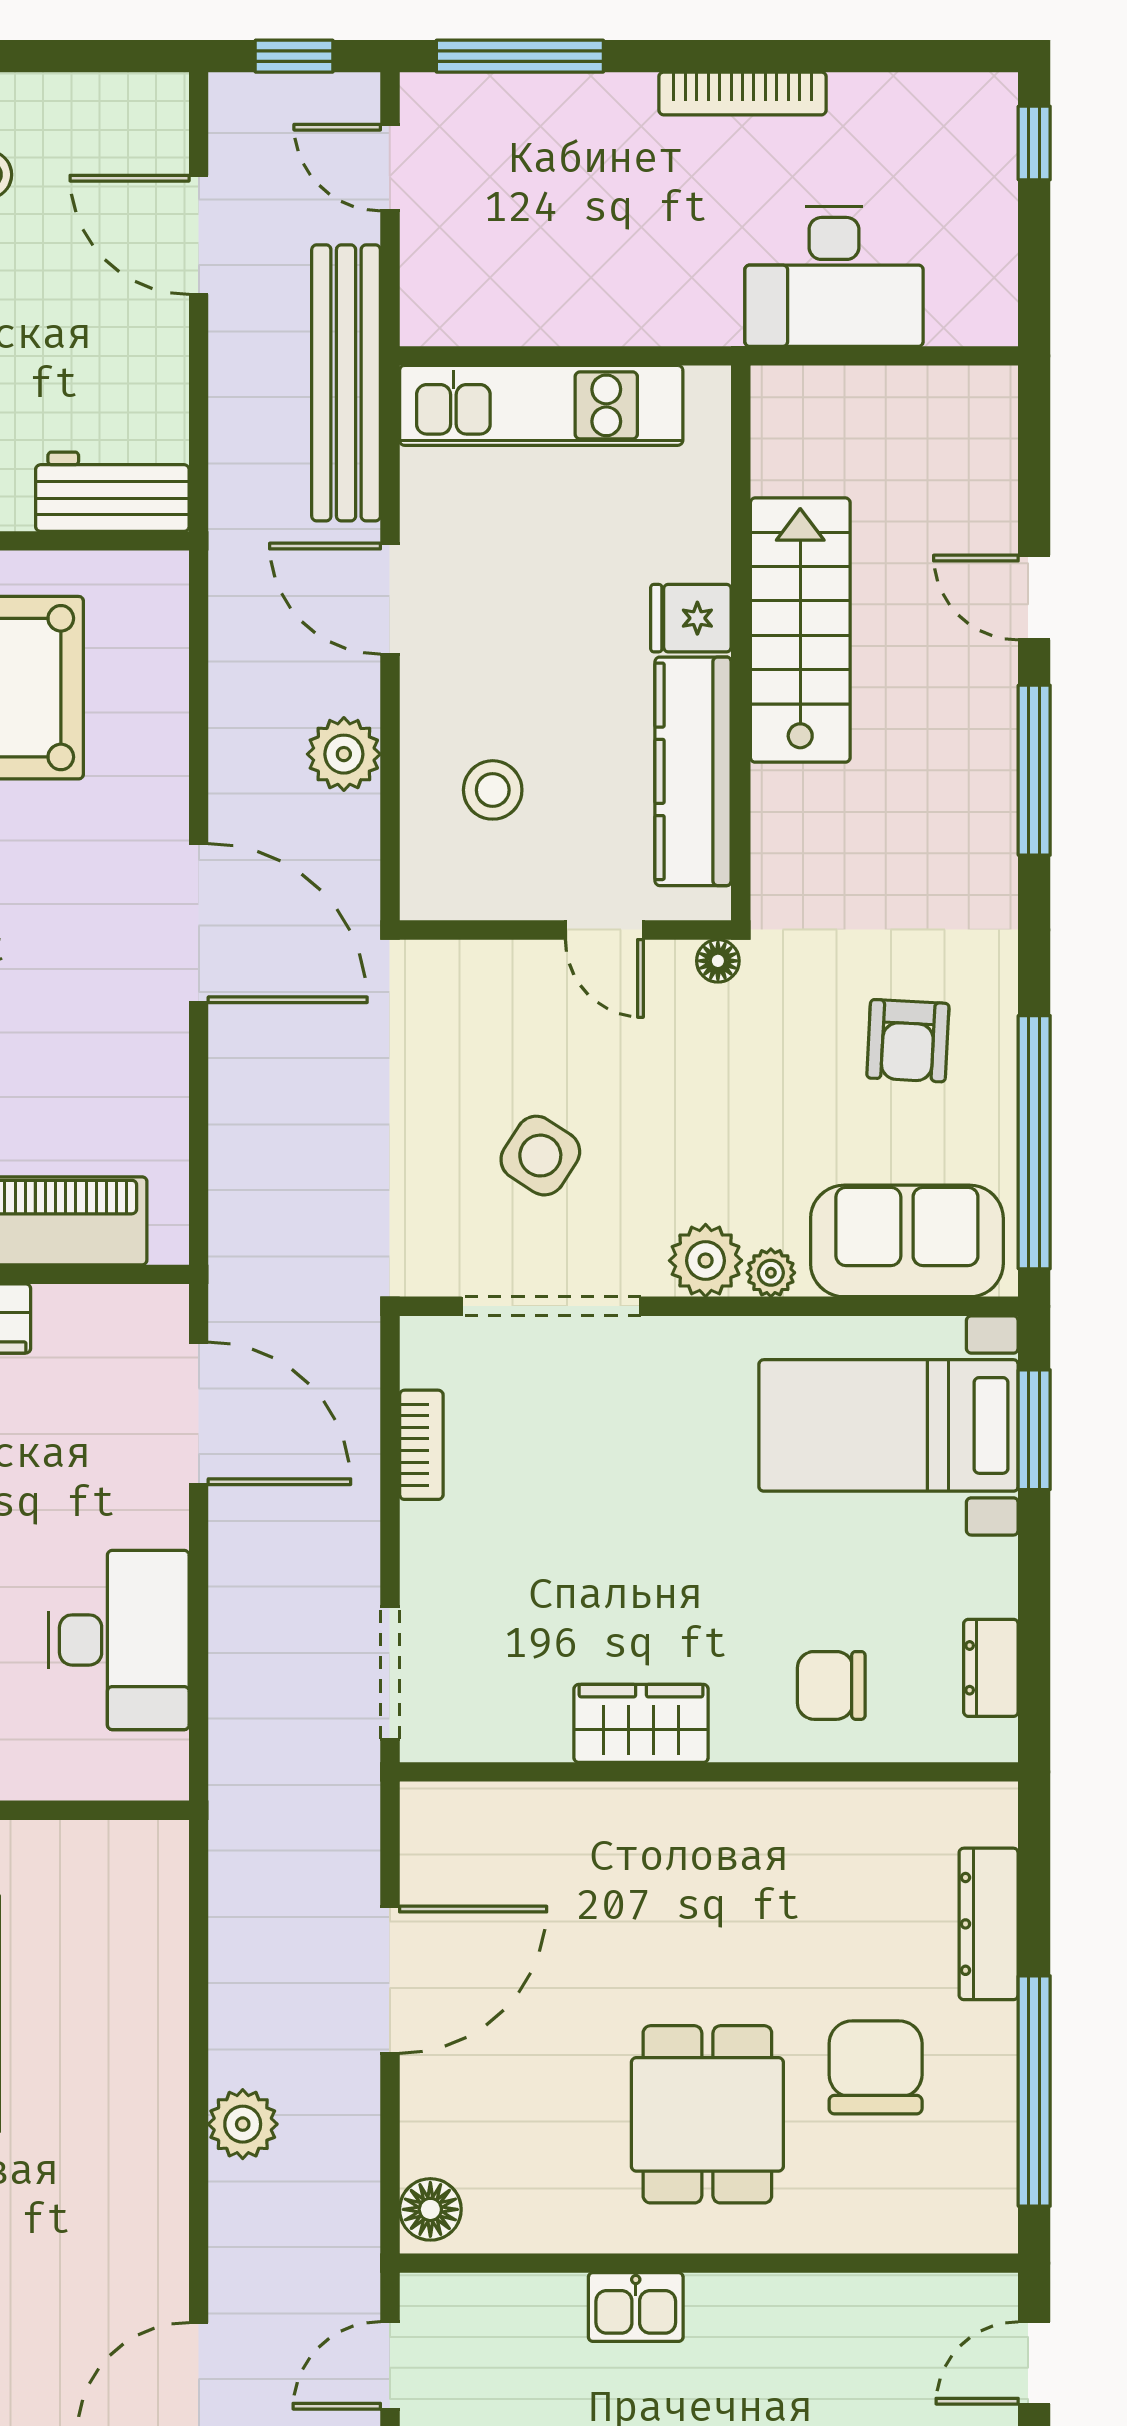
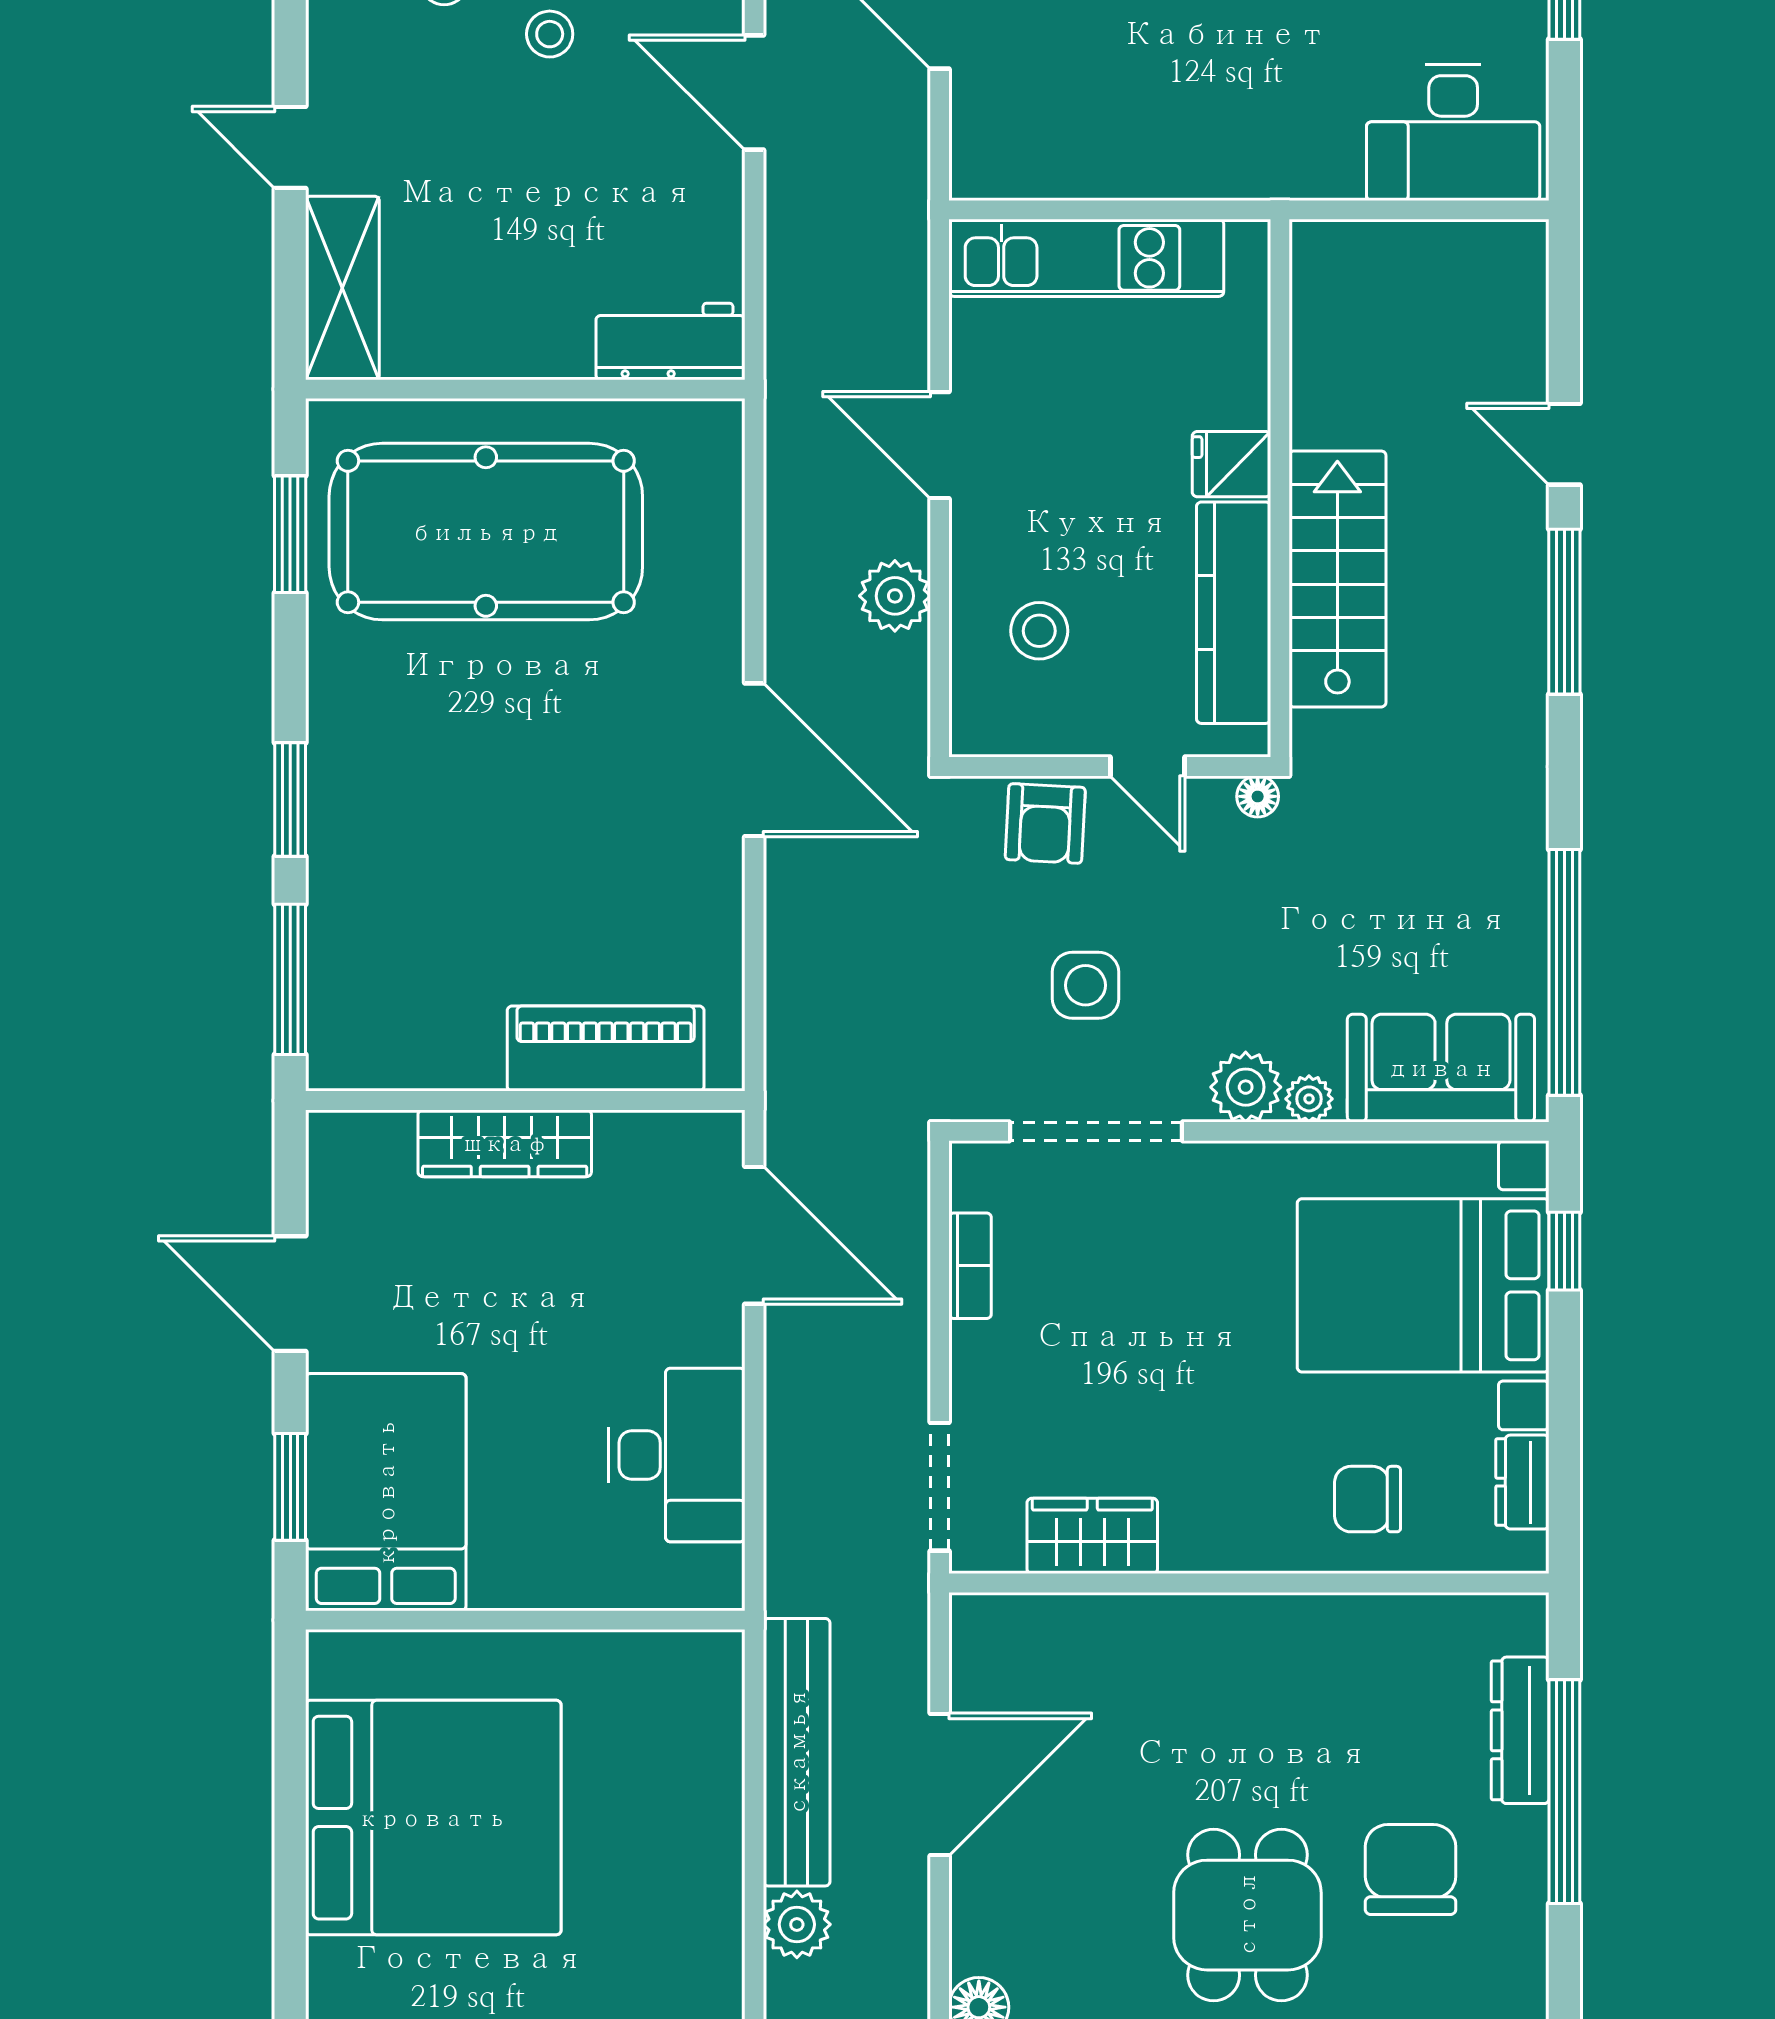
desk: (834, 276) -> (1453, 133), moved
bench: (346, 383) -> (797, 1752), moved
stairs: (800, 630) -> (1337, 579), moved
armchair: (908, 1041) -> (1045, 823), moved
side table: (540, 1156) -> (1085, 985), turned -33
bed with nightstands: (889, 1425) -> (1423, 1285), width x1.36
window: (1034, 1430) -> (1564, 1251), width x0.67
wardrobe: (641, 1723) -> (1092, 1536), moved
window: (1034, 2091) -> (1564, 1792), moved

